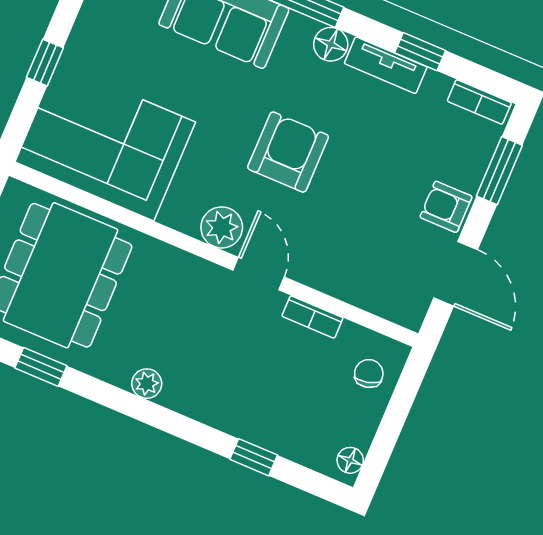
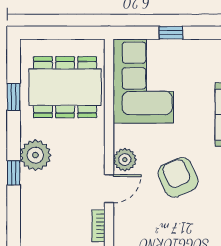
armchair: (288, 152) -> (178, 177), turned -114
plant: (147, 384) -> (35, 155), width x1.88, depth x1.88
window: (254, 457) -> (14, 173), moved

